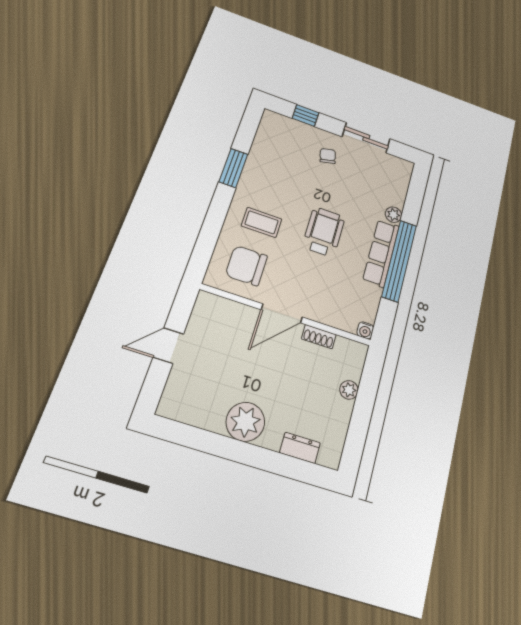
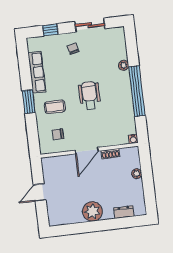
window: (233, 168) -> (29, 102), moved
row of seats: (381, 253) -> (37, 72), moved, turned 180
chair: (246, 266) -> (58, 134), width x0.54, depth x0.54

